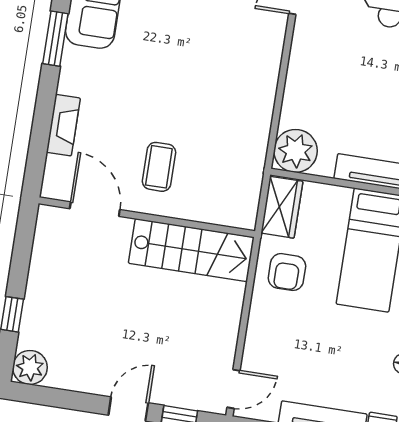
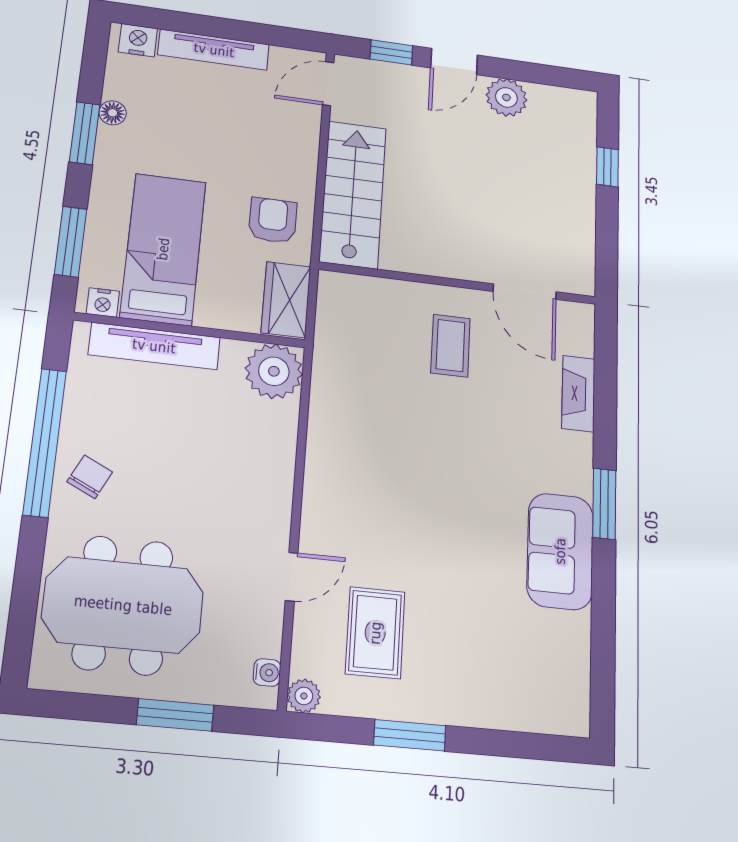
stairs: (191, 250) -> (353, 194), moved, turned 90
plant: (30, 367) -> (506, 97), moved

